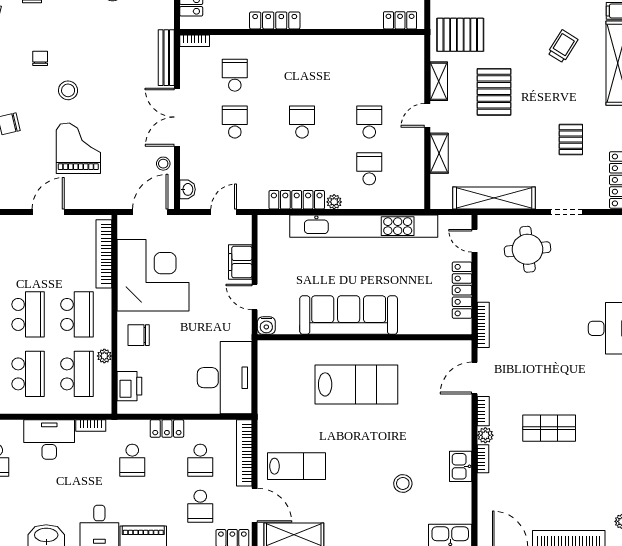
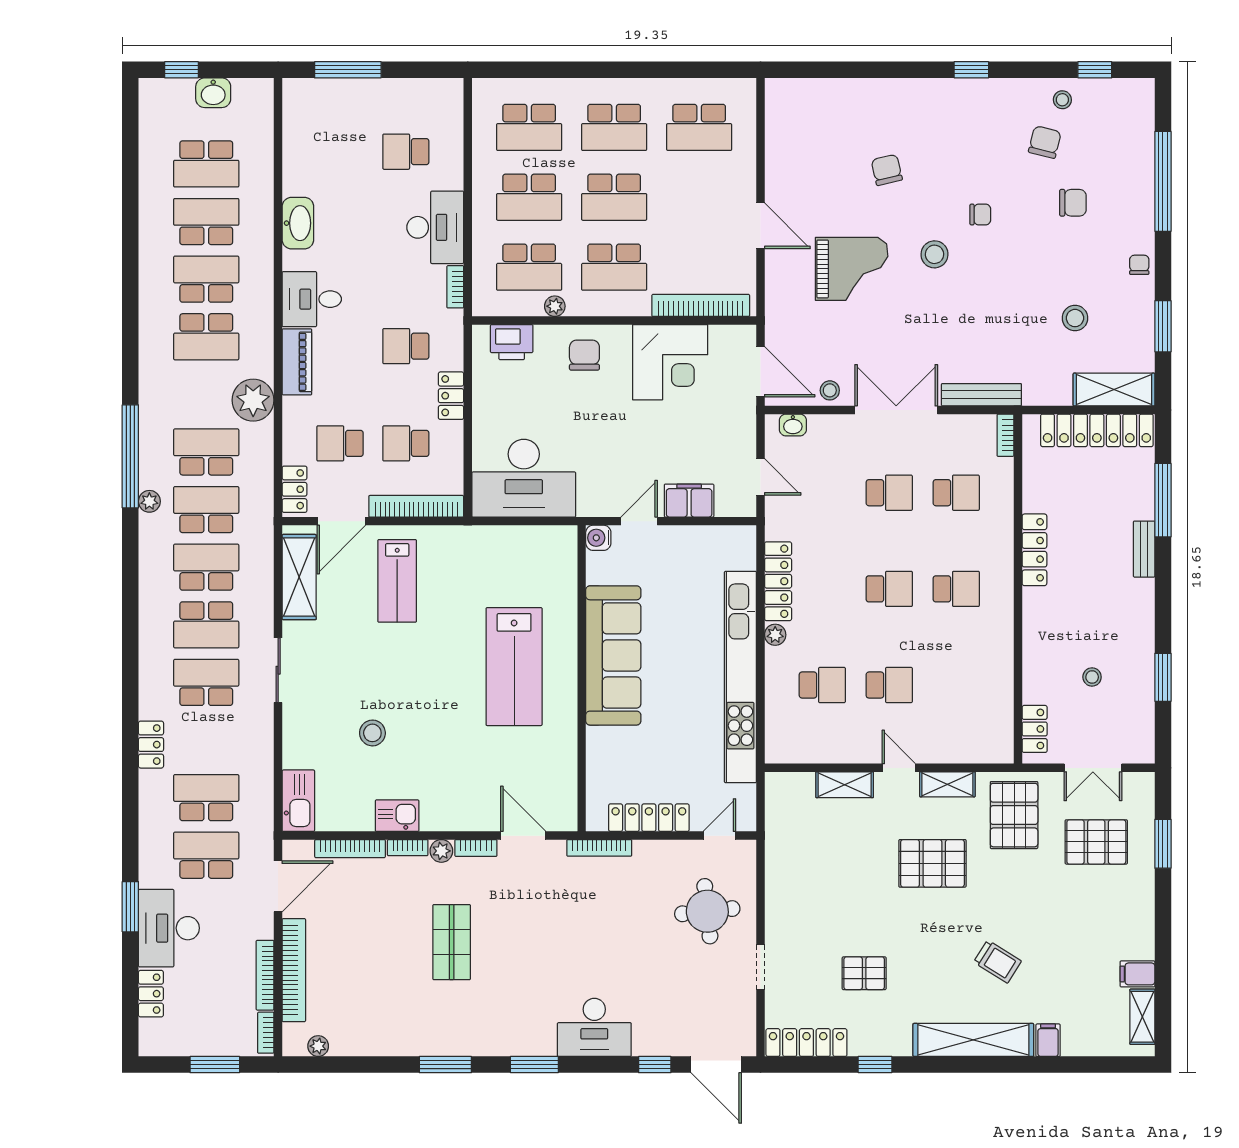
school desk: (302, 75) -> (956, 589), added
shelving: (494, 198) -> (781, 863), removed
corner desk: (153, 275) -> (670, 362), width x0.74, depth x0.74
bookcase: (484, 499) -> (350, 849), added

